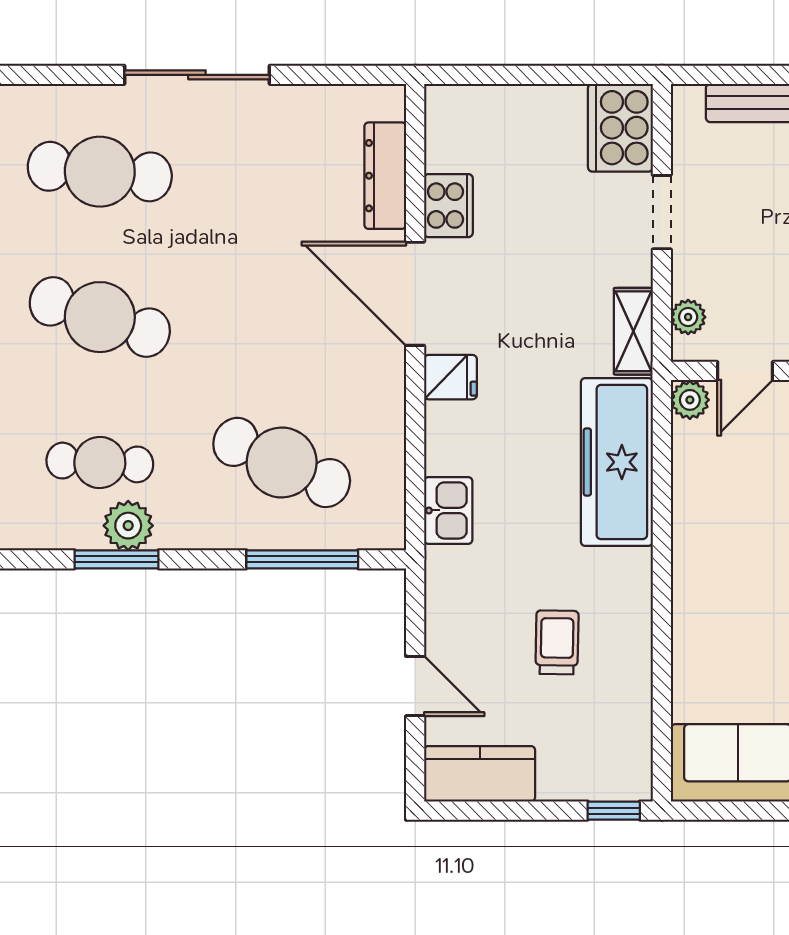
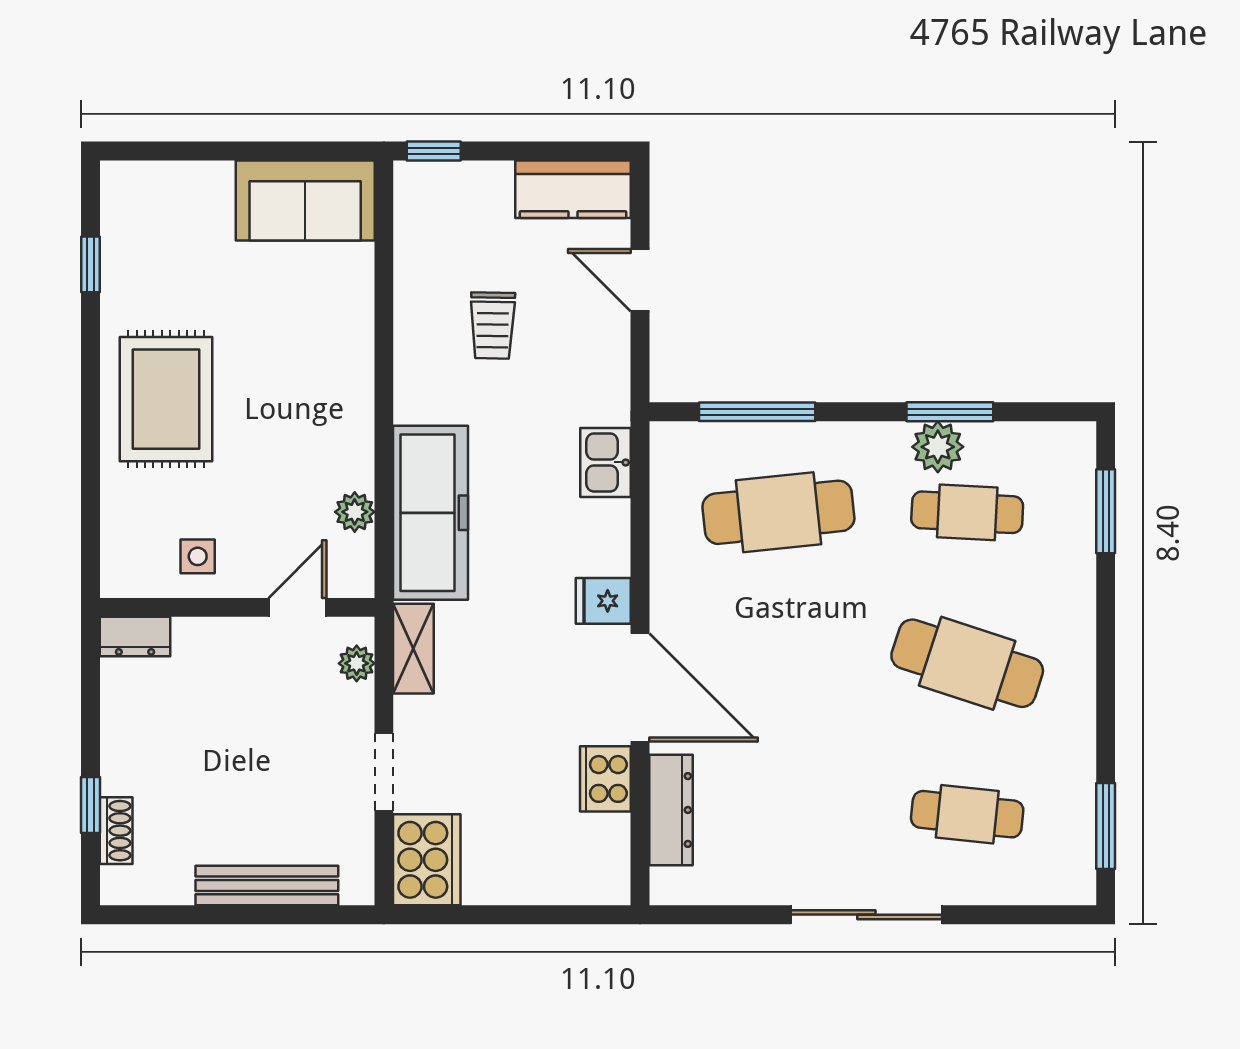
cafe table: (100, 172) -> (967, 814), width x0.73, depth x0.74
plant: (690, 400) -> (355, 512), moved
cafe table: (282, 462) -> (778, 512), turned -30

